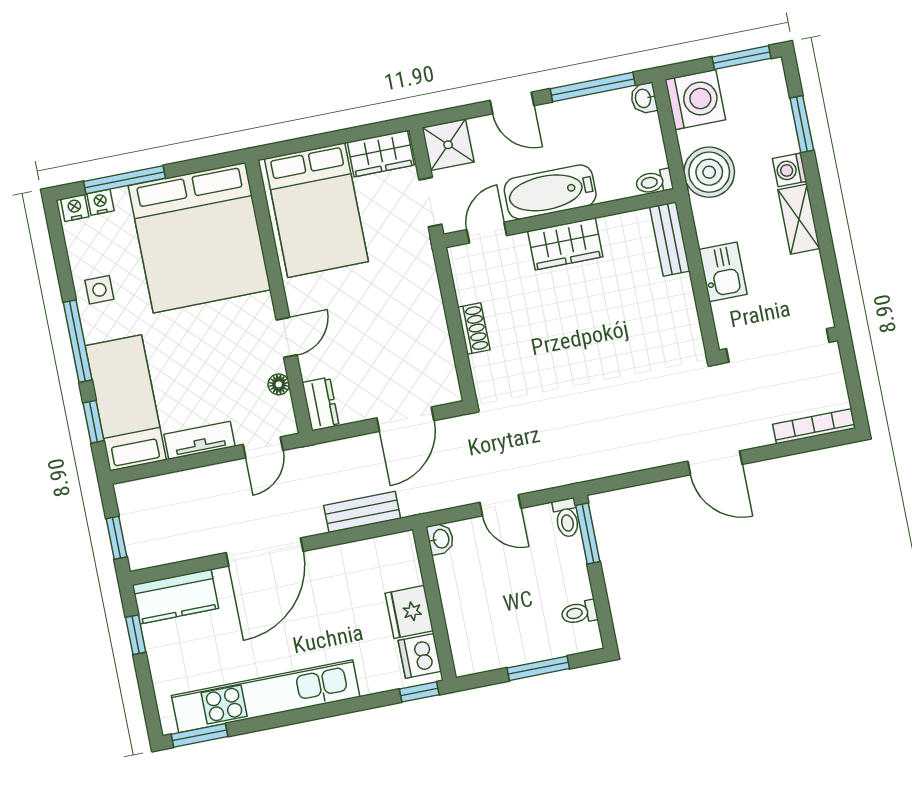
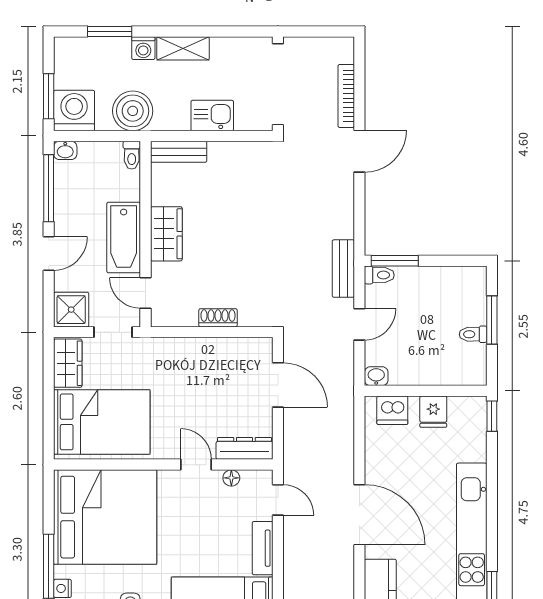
window: (742, 58) -> (49, 96), moved
dresser: (321, 404) -> (244, 448), width x1.44
bookcase: (814, 426) -> (346, 96), moved
bench: (362, 512) -> (343, 269), moved
fridge: (409, 612) -> (433, 412), width x0.72
toilet: (579, 613) -> (473, 334), moved, turned 90
dishwasher: (420, 656) -> (392, 410), moved

